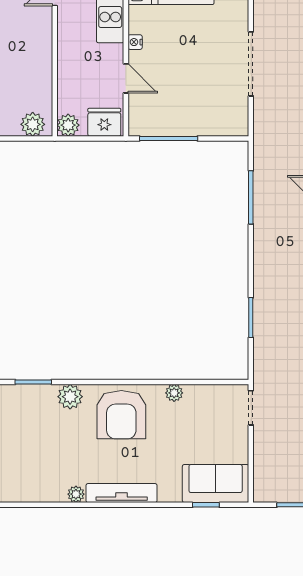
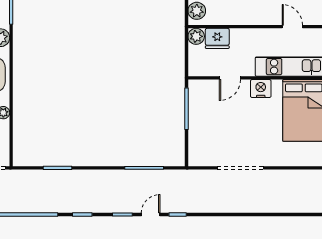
nightstand: (135, 42) -> (261, 89), width x1.89, depth x1.79
fridge: (104, 122) -> (217, 38), moved, turned 90

